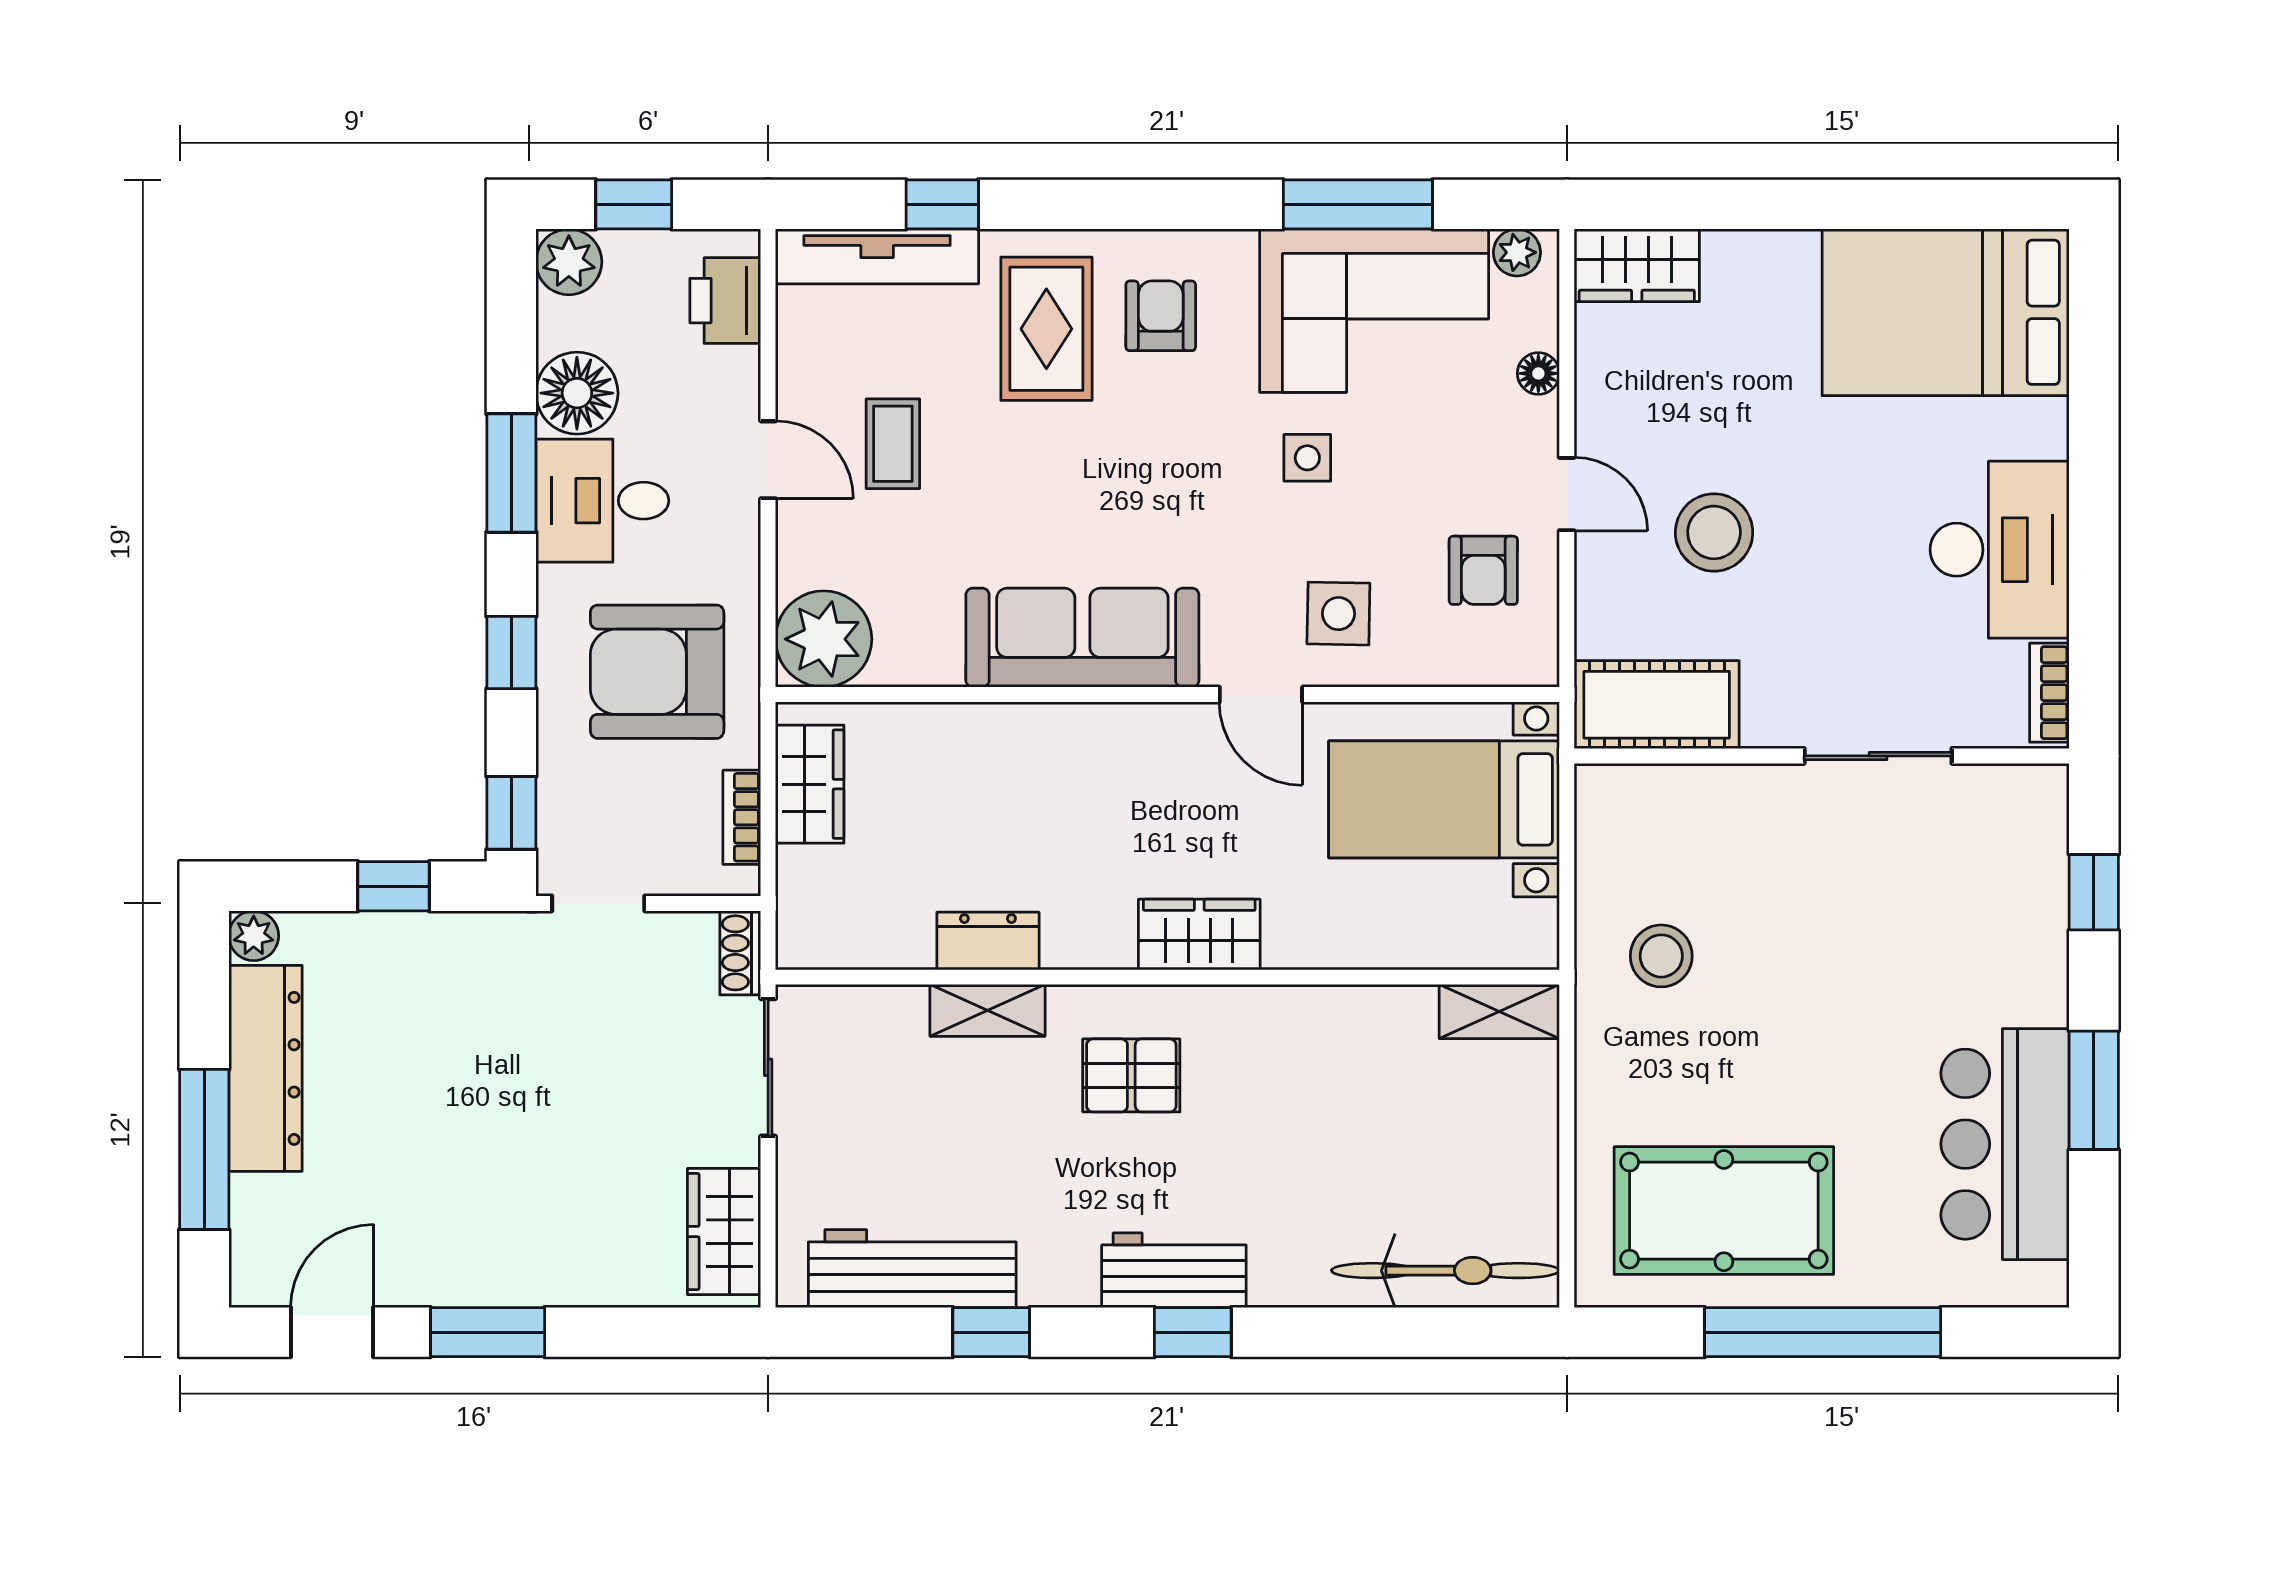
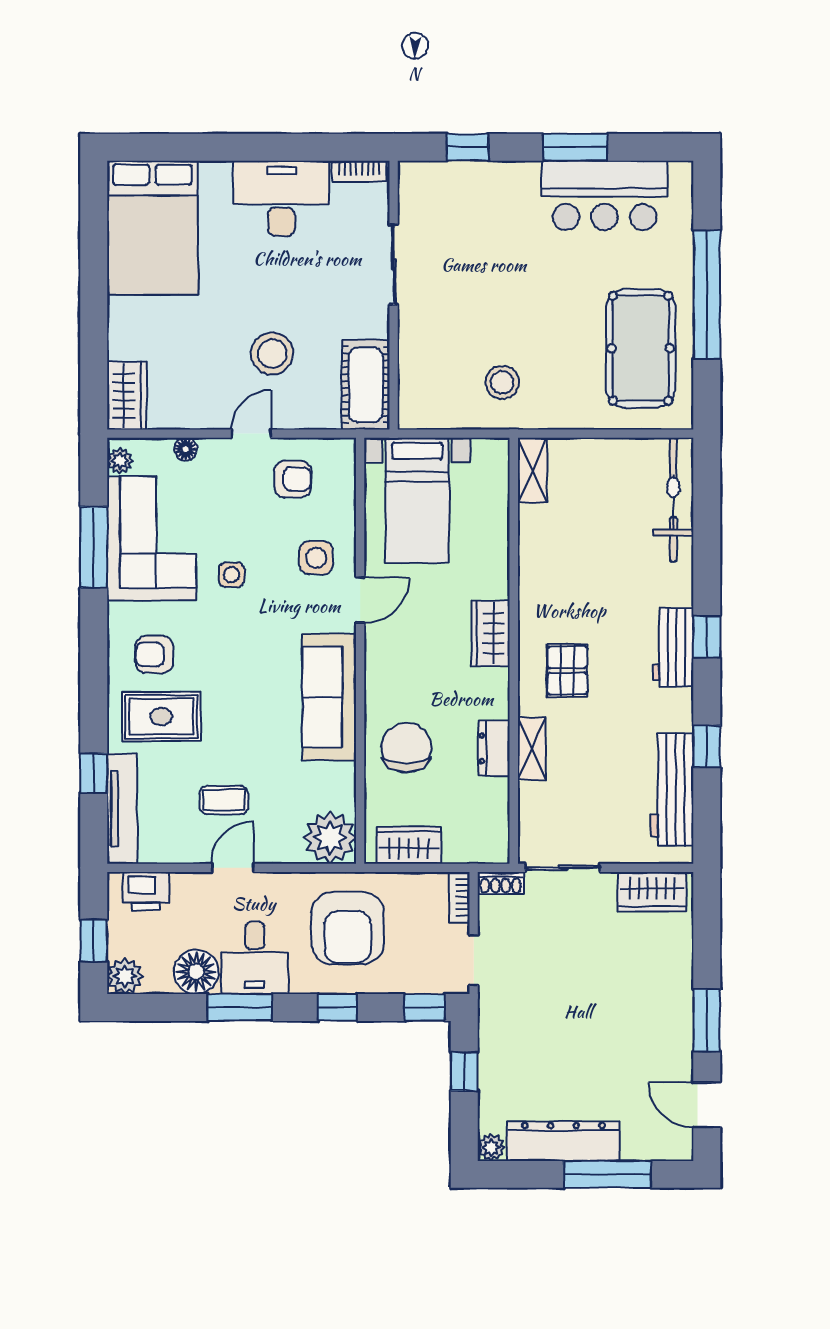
chair: (989, 779) -> (406, 748), added
bookcase: (742, 817) -> (459, 897), moved, turned 90

